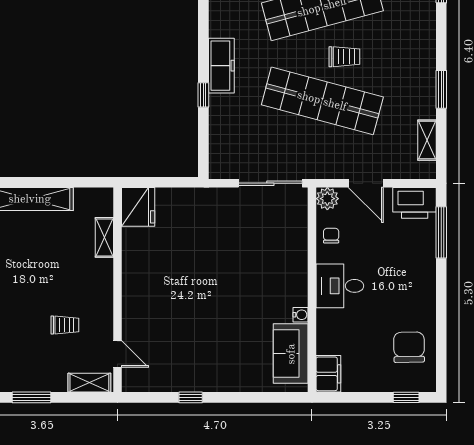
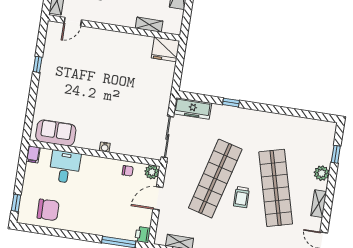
freezer: (221, 66) -> (193, 109), moved
printer: (415, 203) -> (143, 235), width x0.53, depth x0.68
desk: (340, 286) -> (65, 167), moved
water cooler: (301, 315) -> (105, 147), moved
filing cabinet: (328, 374) -> (33, 154), width x0.50

